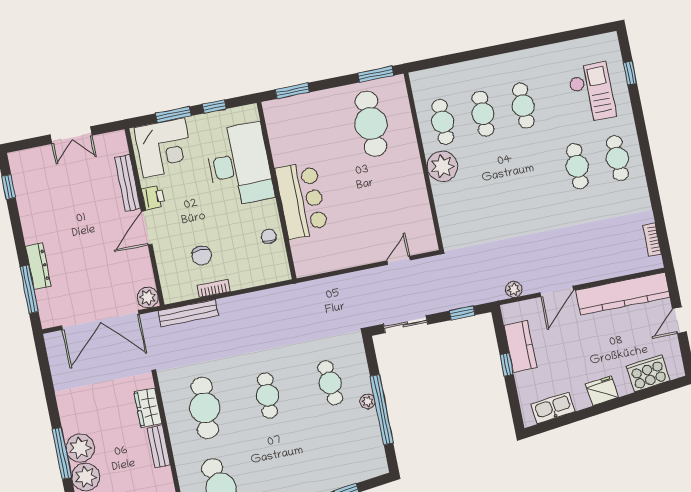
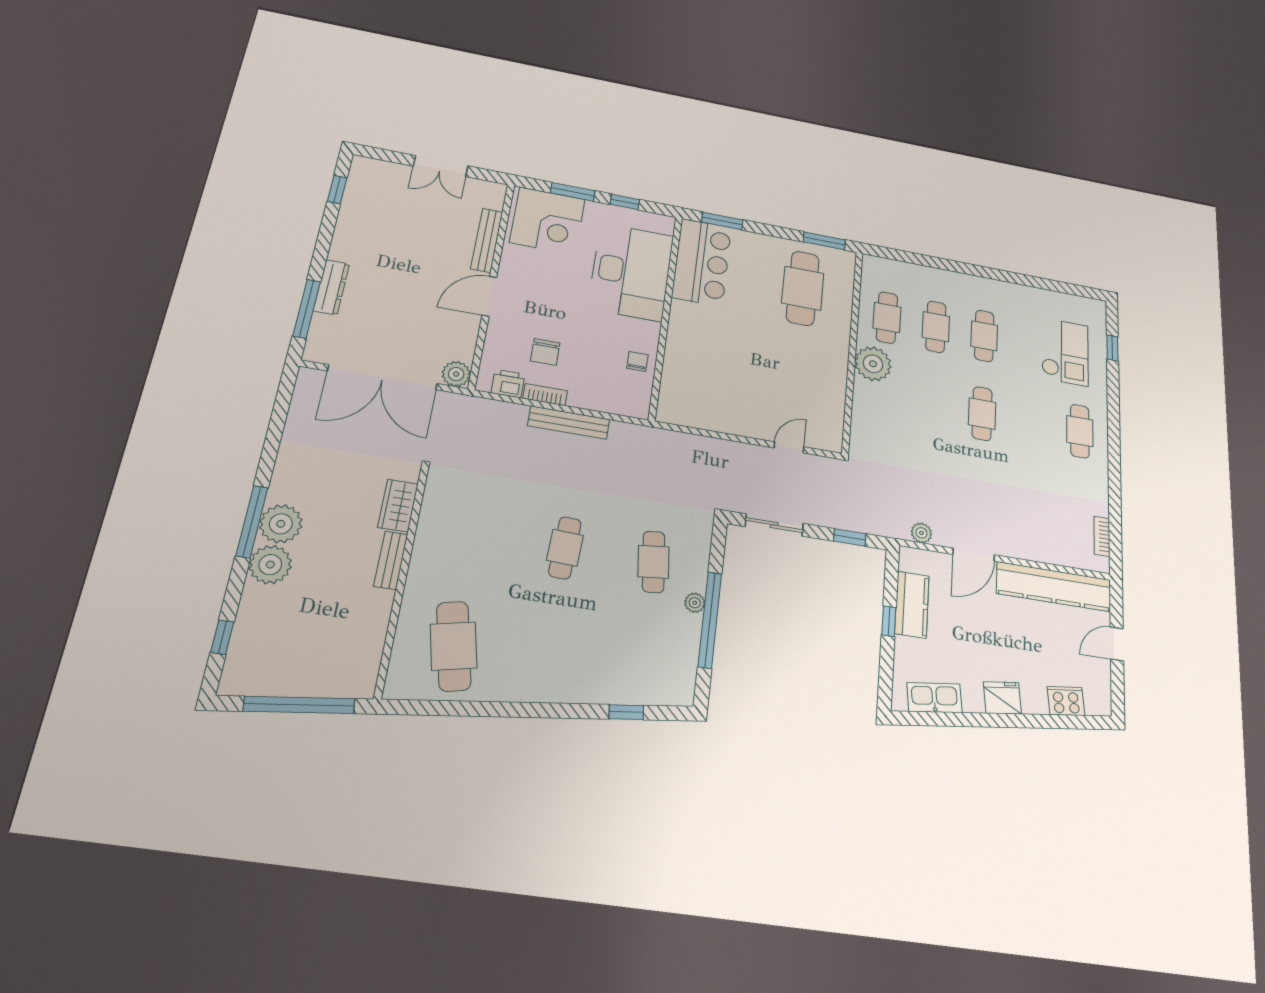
cafe table: (577, 166) -> (982, 414), moved
printer: (153, 197) -> (508, 384), moved, turned -90
bar counter: (302, 200) -> (702, 262), moved
bench: (188, 313) -> (569, 423), moved
cooker: (648, 373) -> (1066, 701), width x0.73, depth x0.76
cafe table: (205, 408) -> (475, 533), removed

